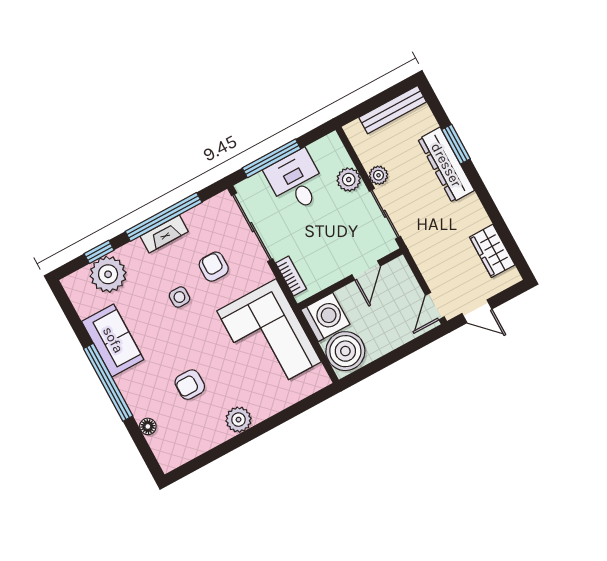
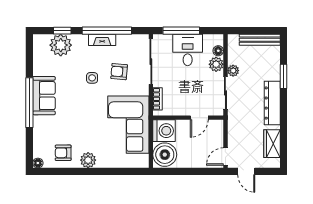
floor lamp: (341, 158) -> (218, 51), added
dresser: (446, 165) -> (272, 103), moved
armchair: (214, 267) -> (119, 72), turned -85
sofa: (113, 340) -> (44, 96), moved
armchair: (190, 385) -> (63, 153), moved
floor lamp: (148, 426) -> (38, 163), moved

